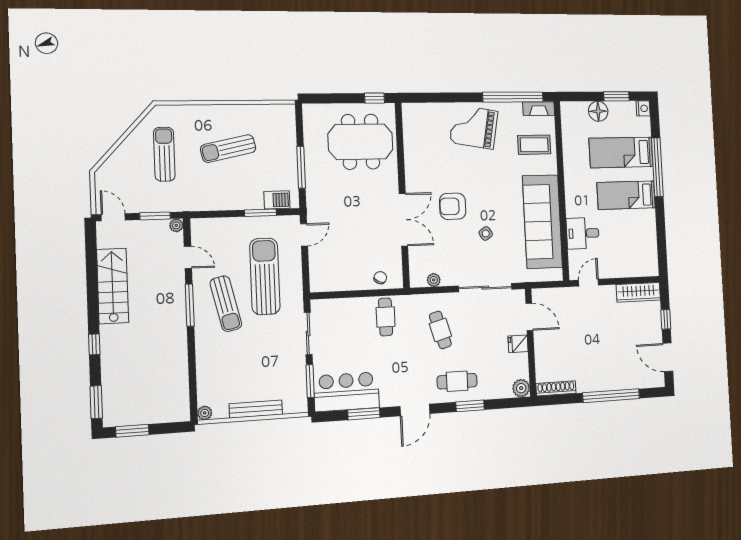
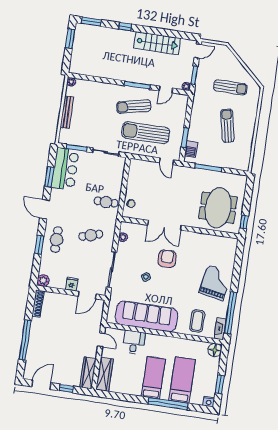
floor lamp: (598, 111) -> (215, 350), moved
wardrobe: (636, 268) -> (105, 374), added
sun lounger: (265, 276) -> (146, 133), turned 180

